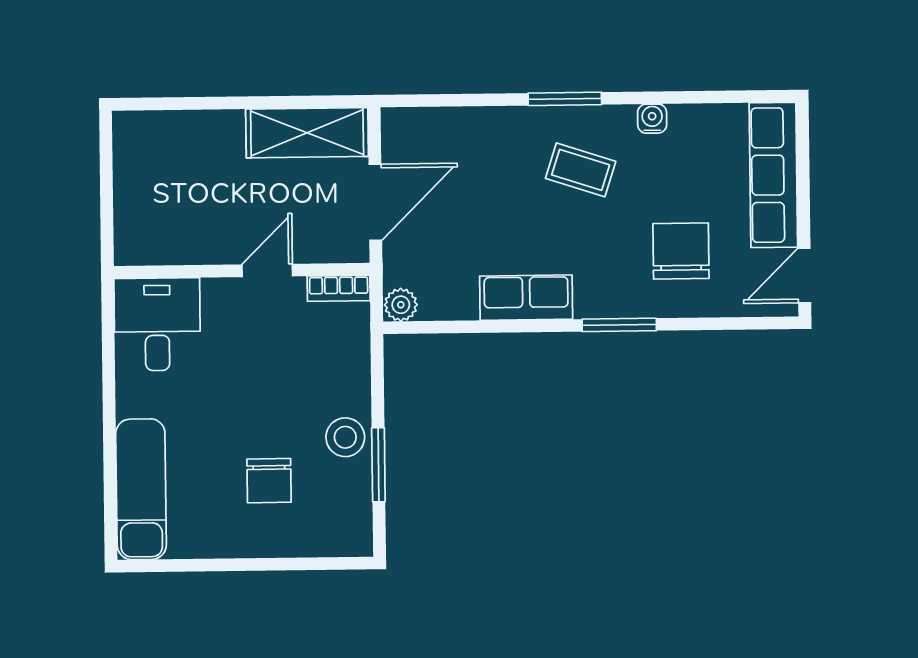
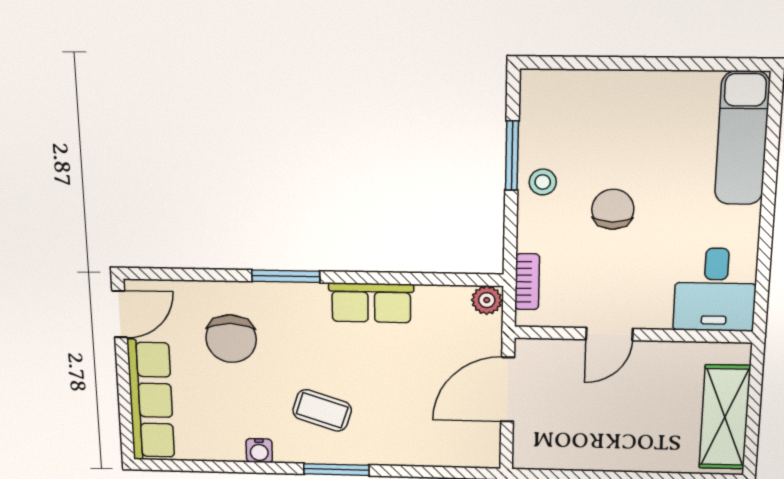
shelving: (307, 133) -> (725, 417), moved, turned 90
bookcase: (339, 288) -> (527, 282), moved, turned 90
stool: (345, 437) -> (543, 182), width x0.73, depth x0.73
chair: (269, 481) -> (613, 209), moved

